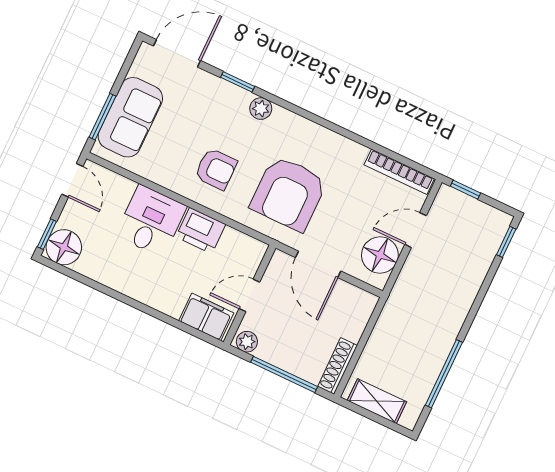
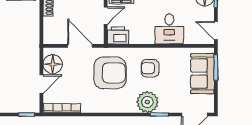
plant: (261, 109) -> (147, 102), width x1.88, depth x1.88
armchair: (289, 193) -> (110, 73), turned 90
printer: (201, 231) -> (118, 35), moved

